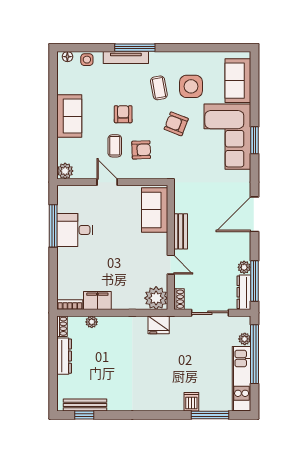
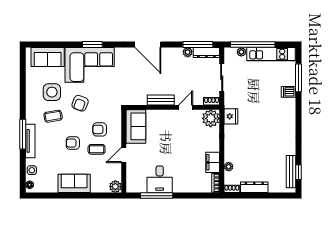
armchair: (141, 150) -> (100, 129), turned -88
sofa: (155, 210) -> (136, 126), moved, turned -90

